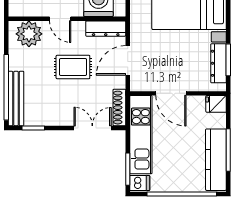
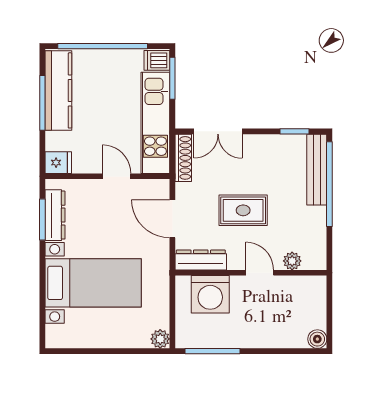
plant: (29, 34) -> (292, 261), width x0.53, depth x0.53
door: (128, 60) -> (172, 219), swing flipped
door: (171, 93) -> (117, 176), width x0.73

